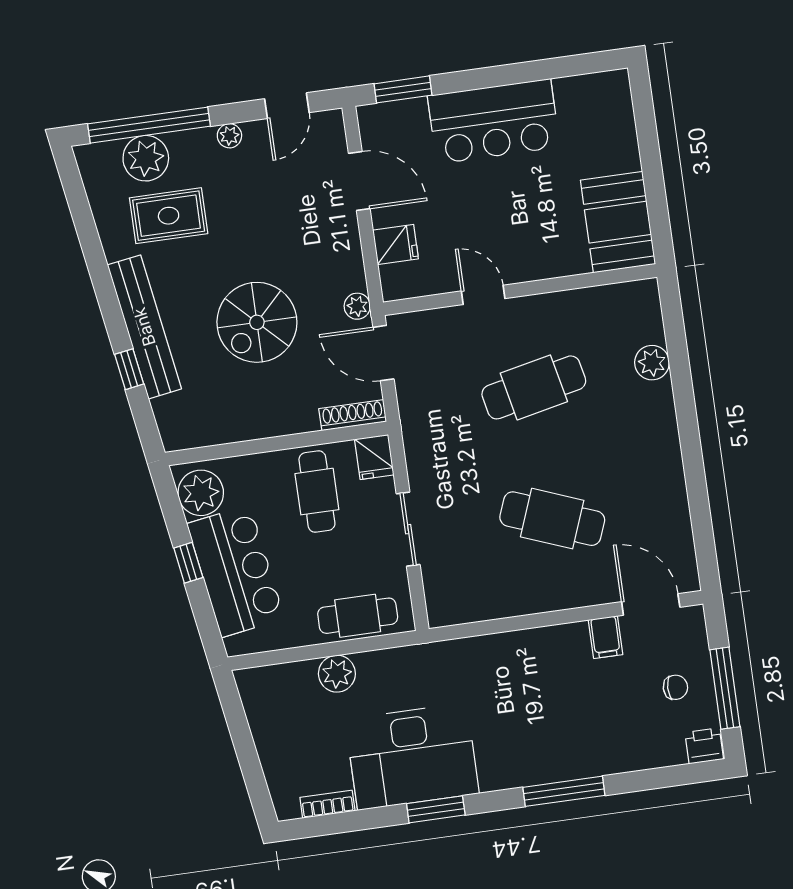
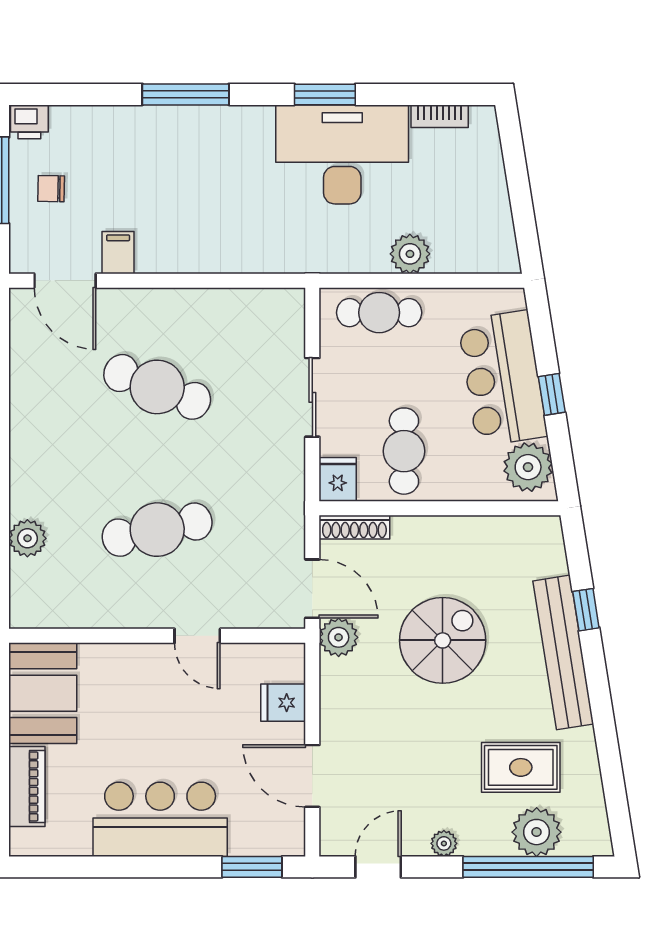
piano: (620, 134) -> (27, 786), added
plant: (357, 306) -> (339, 637), width x1.38, depth x1.38

